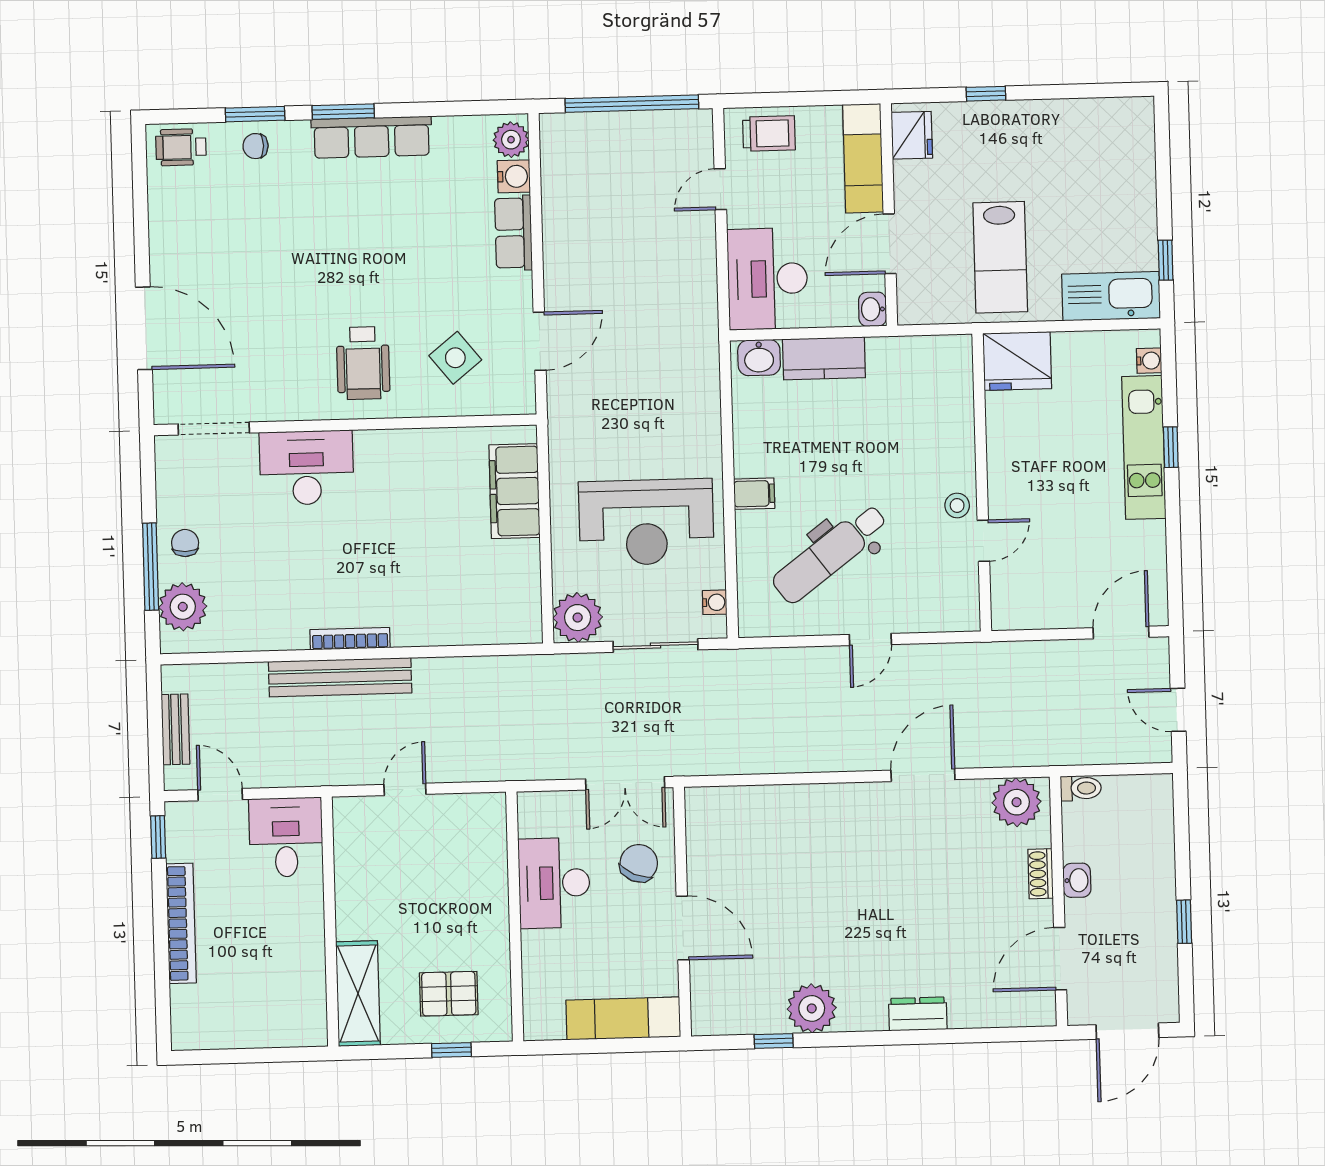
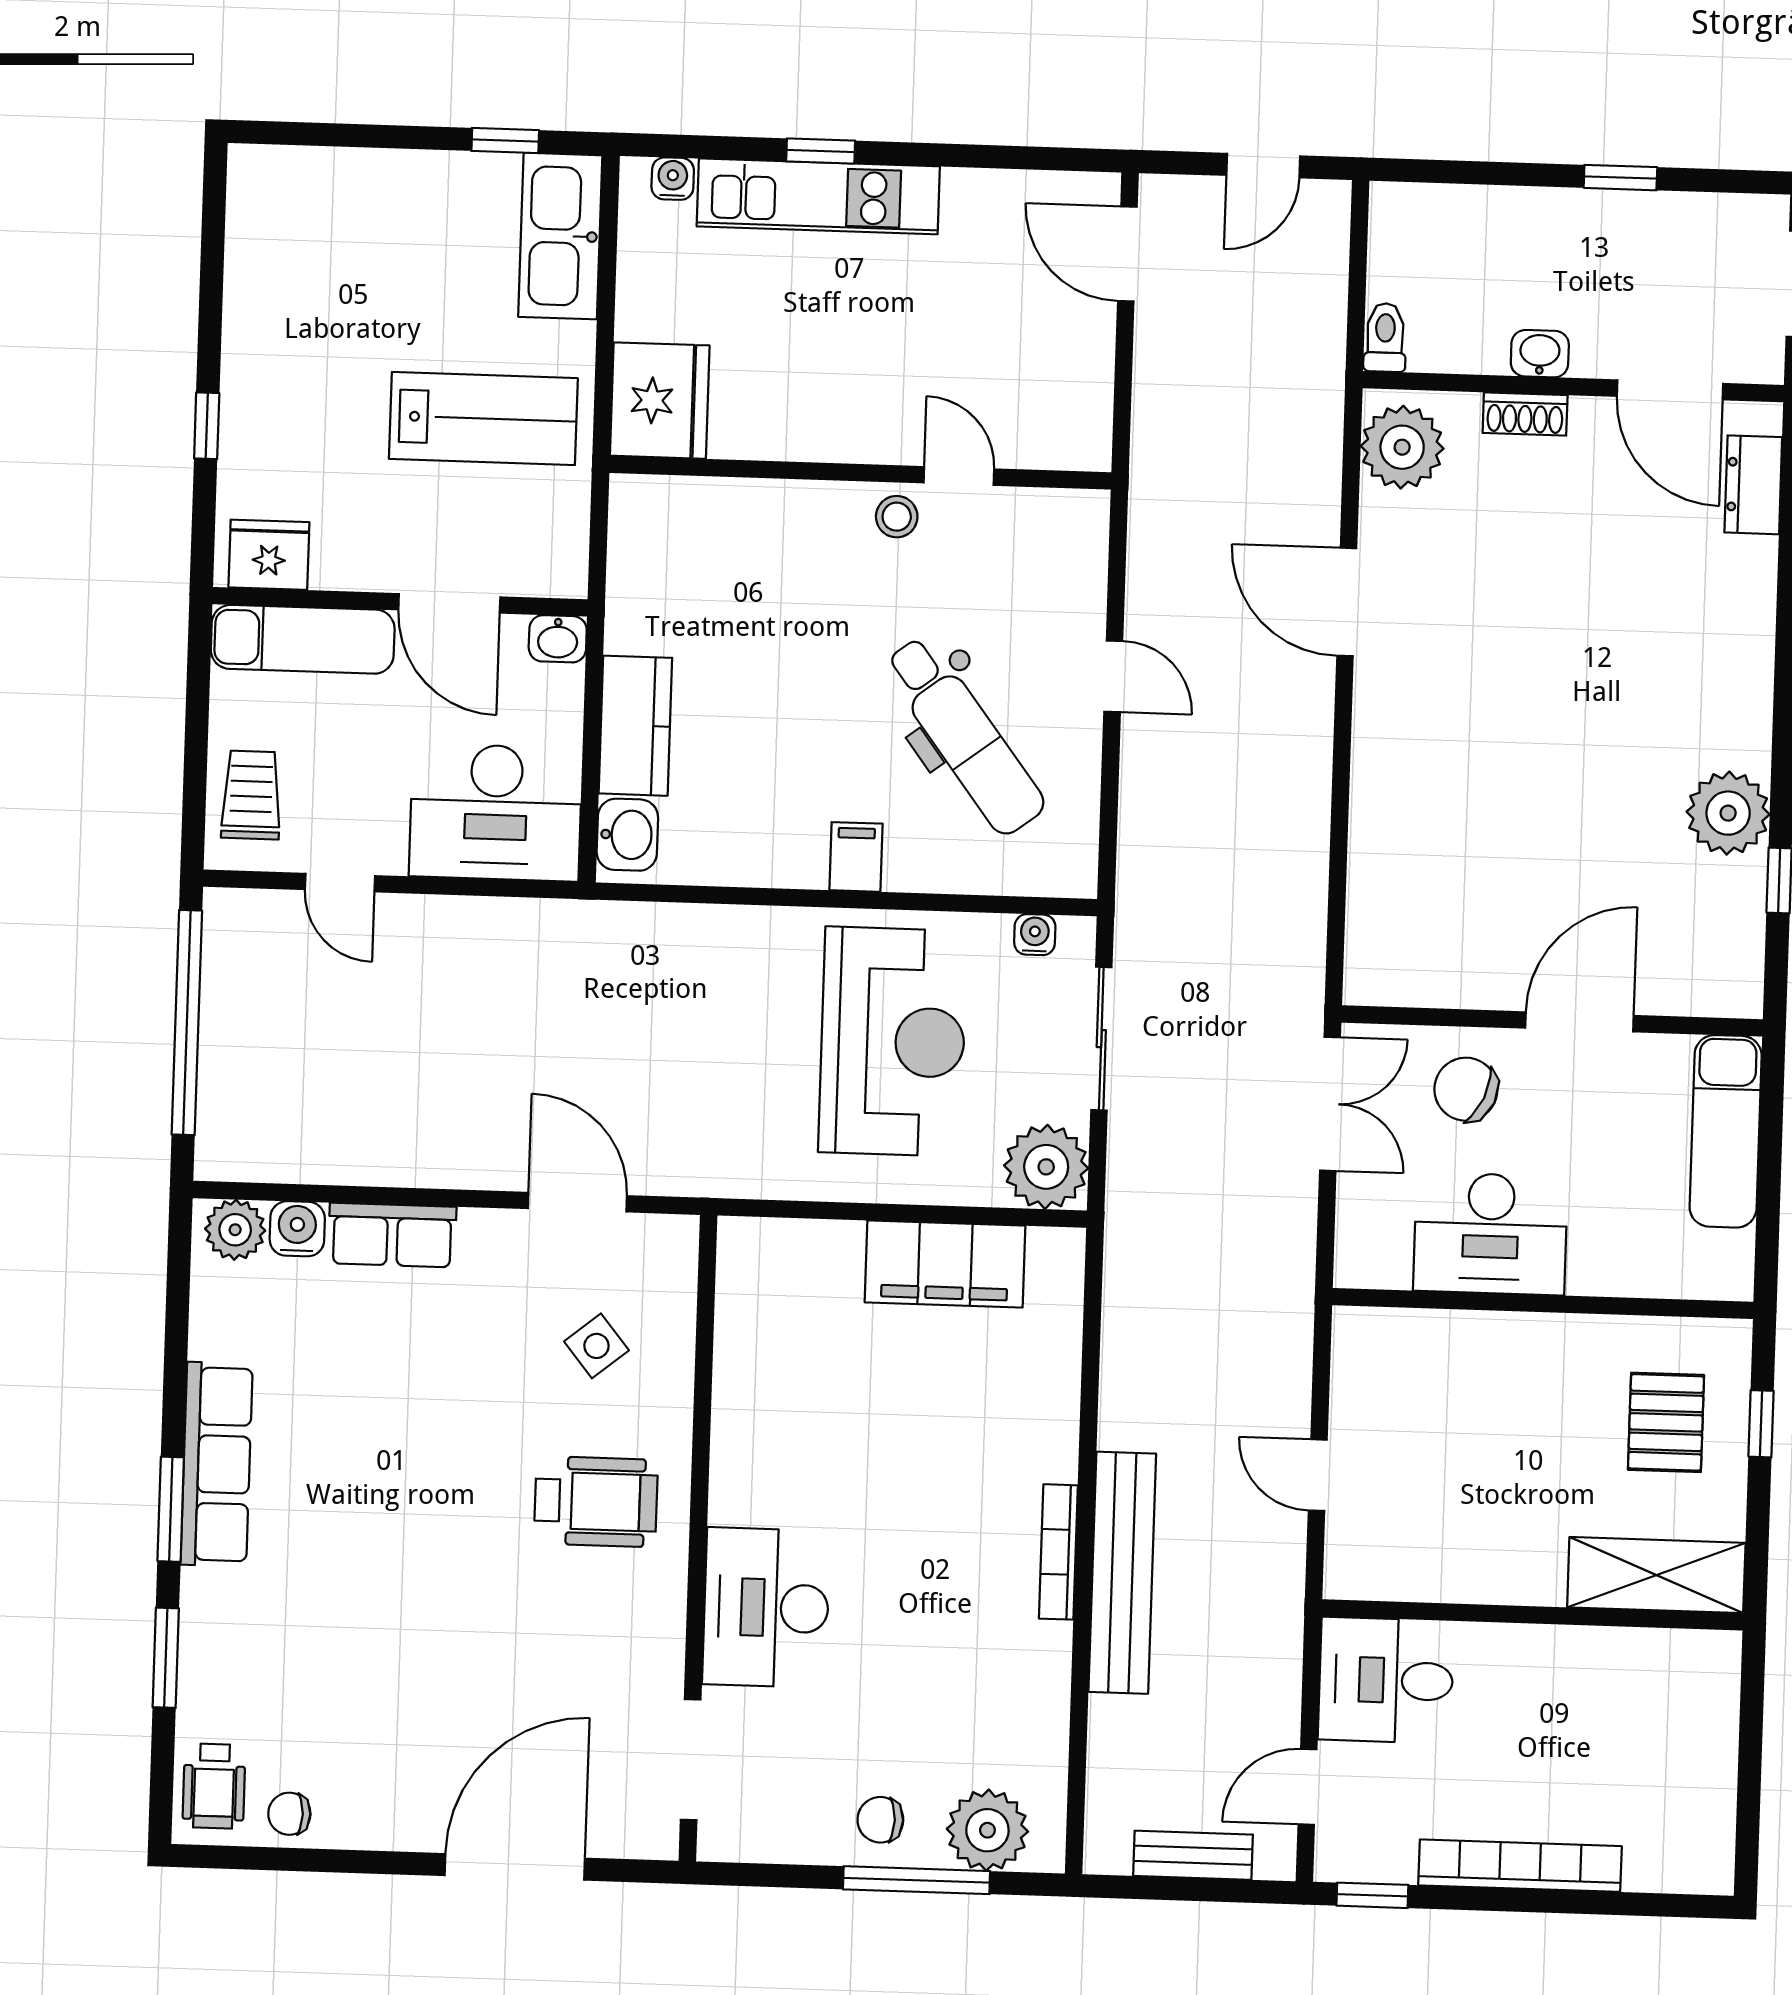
chair: (256, 146) -> (289, 1814), moved, turned 90
side table: (455, 358) -> (596, 1346), width x0.73, depth x0.73
filing cabinet: (514, 491) -> (945, 1264), moved
dresser: (918, 1014) -> (1753, 485), moved

